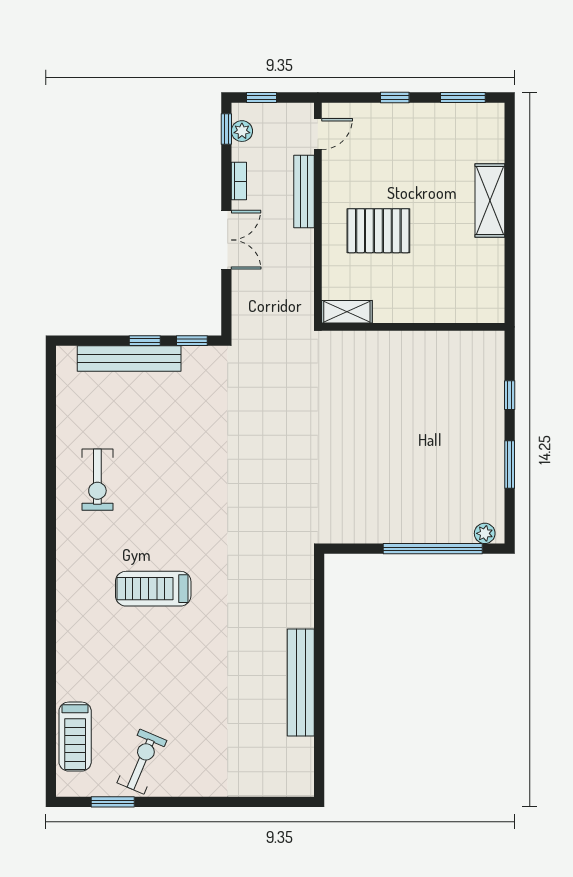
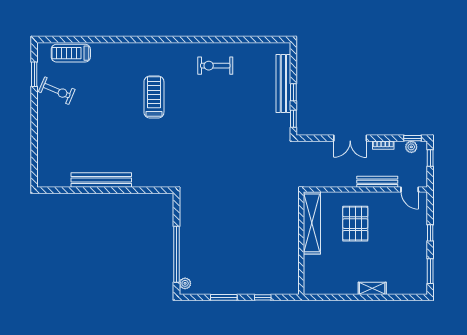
shelving: (490, 201) -> (372, 288), width x0.67, depth x0.75
shelving: (347, 312) -> (312, 223), width x2.20, depth x1.33

